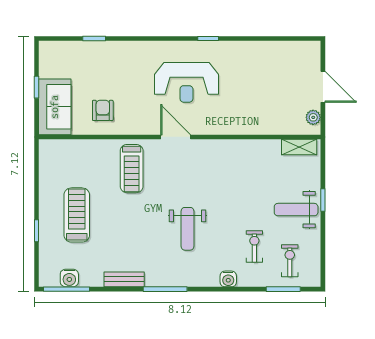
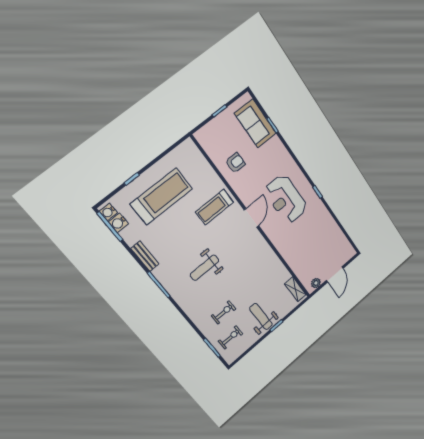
sofa: (55, 107) -> (255, 123), moved, turned 90
treadmill: (77, 215) -> (161, 196), width x1.37, depth x1.38
water cooler: (228, 279) -> (108, 212), moved

